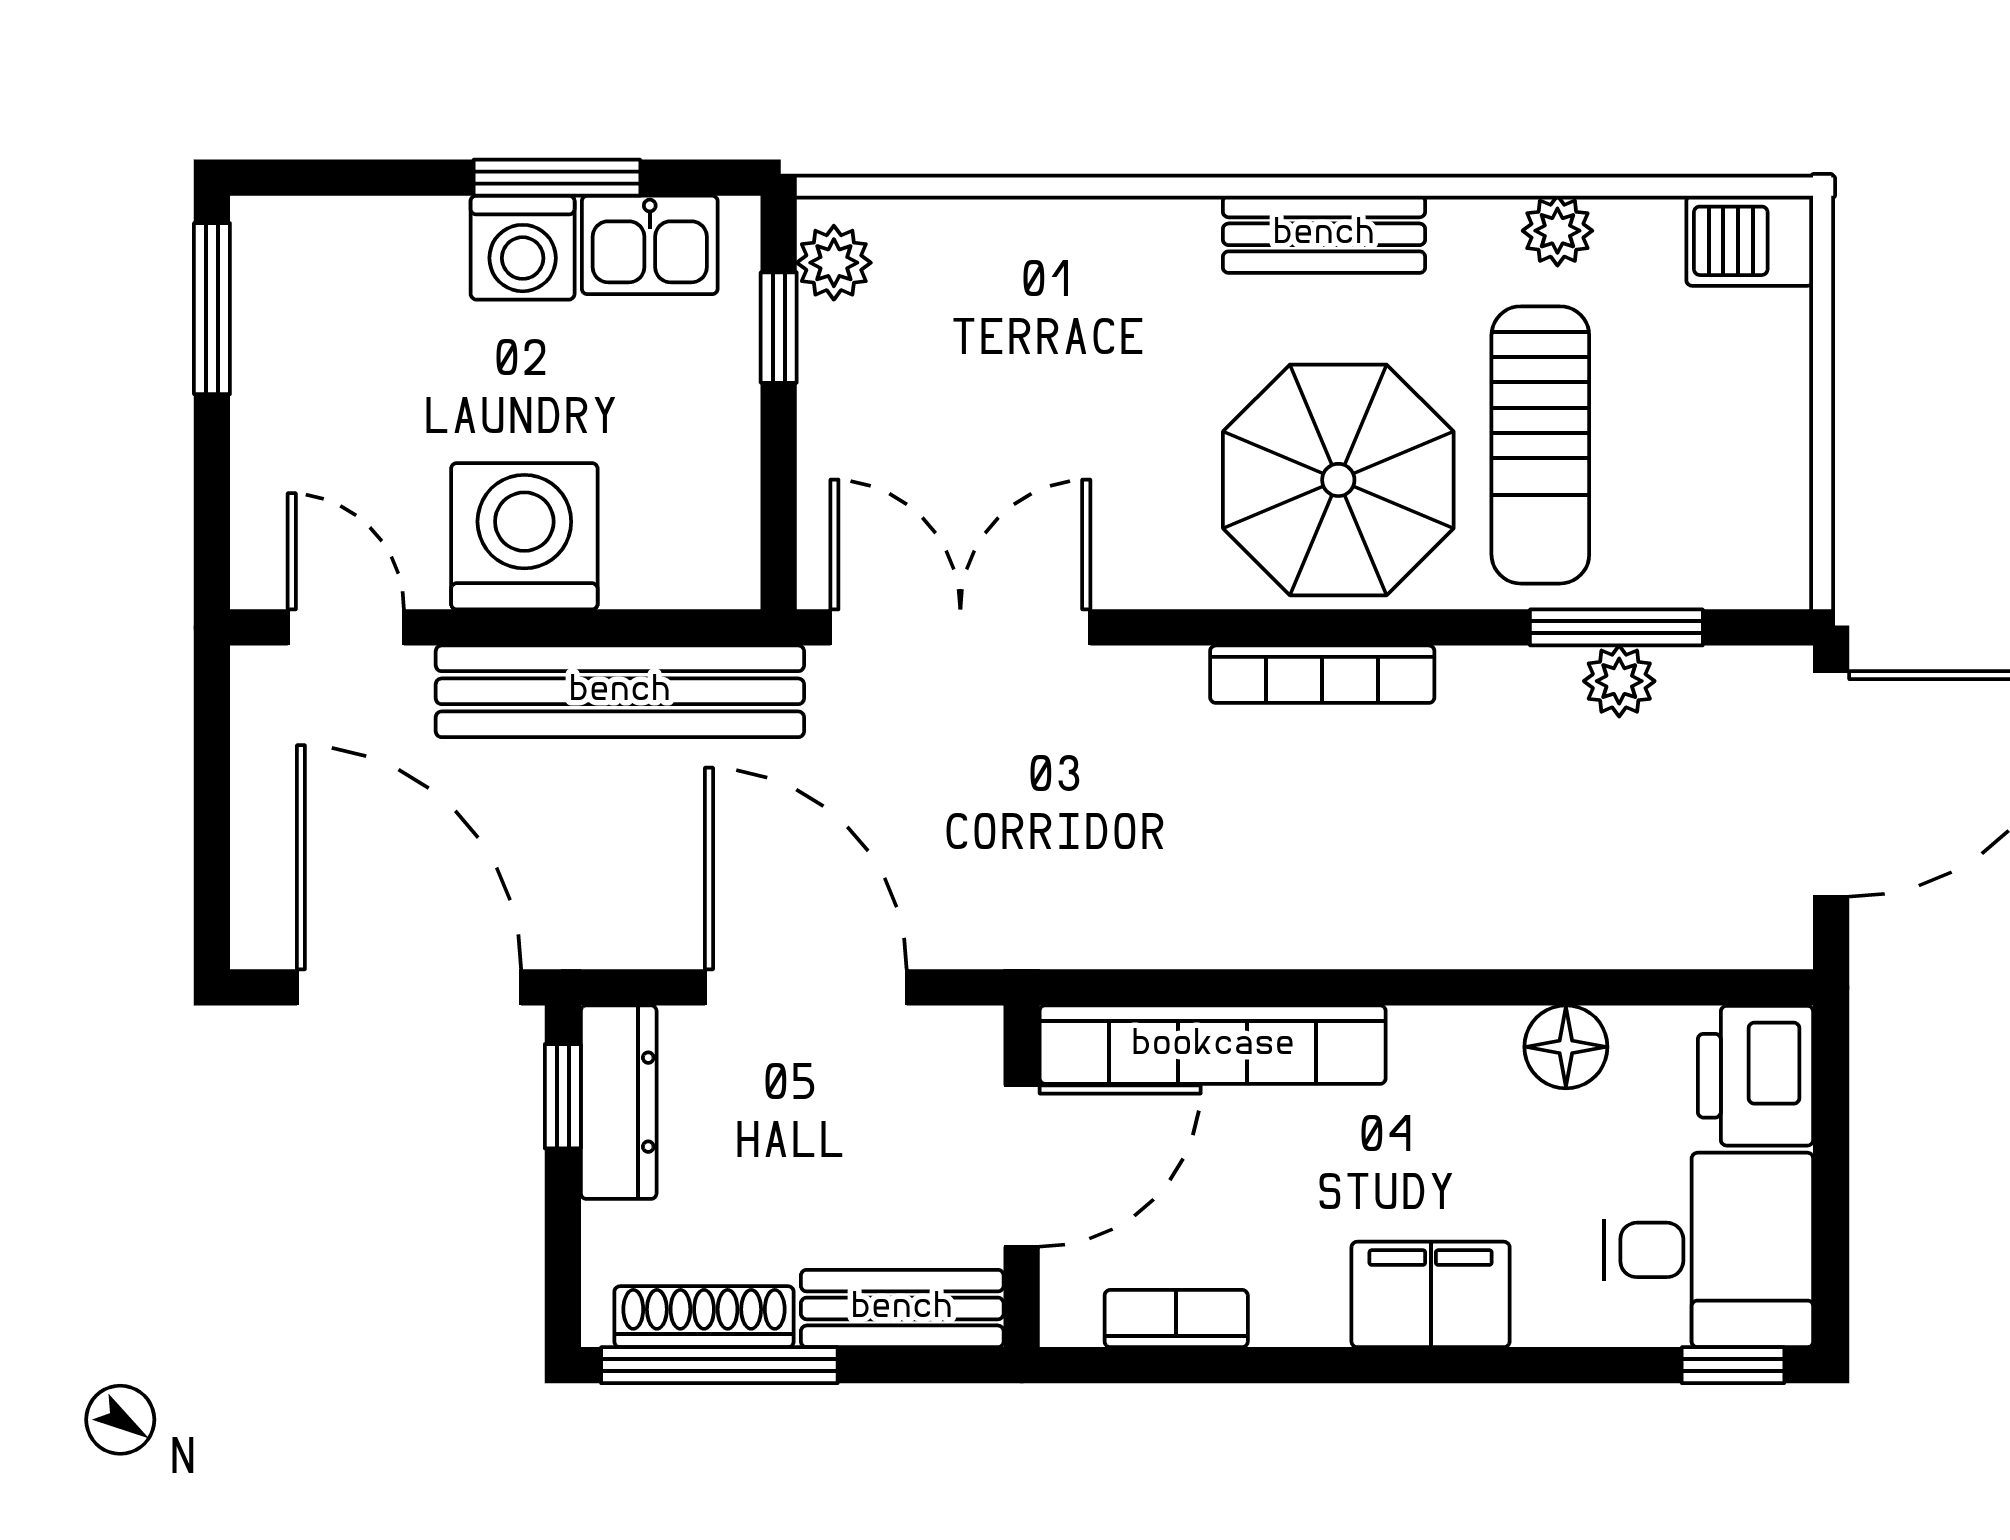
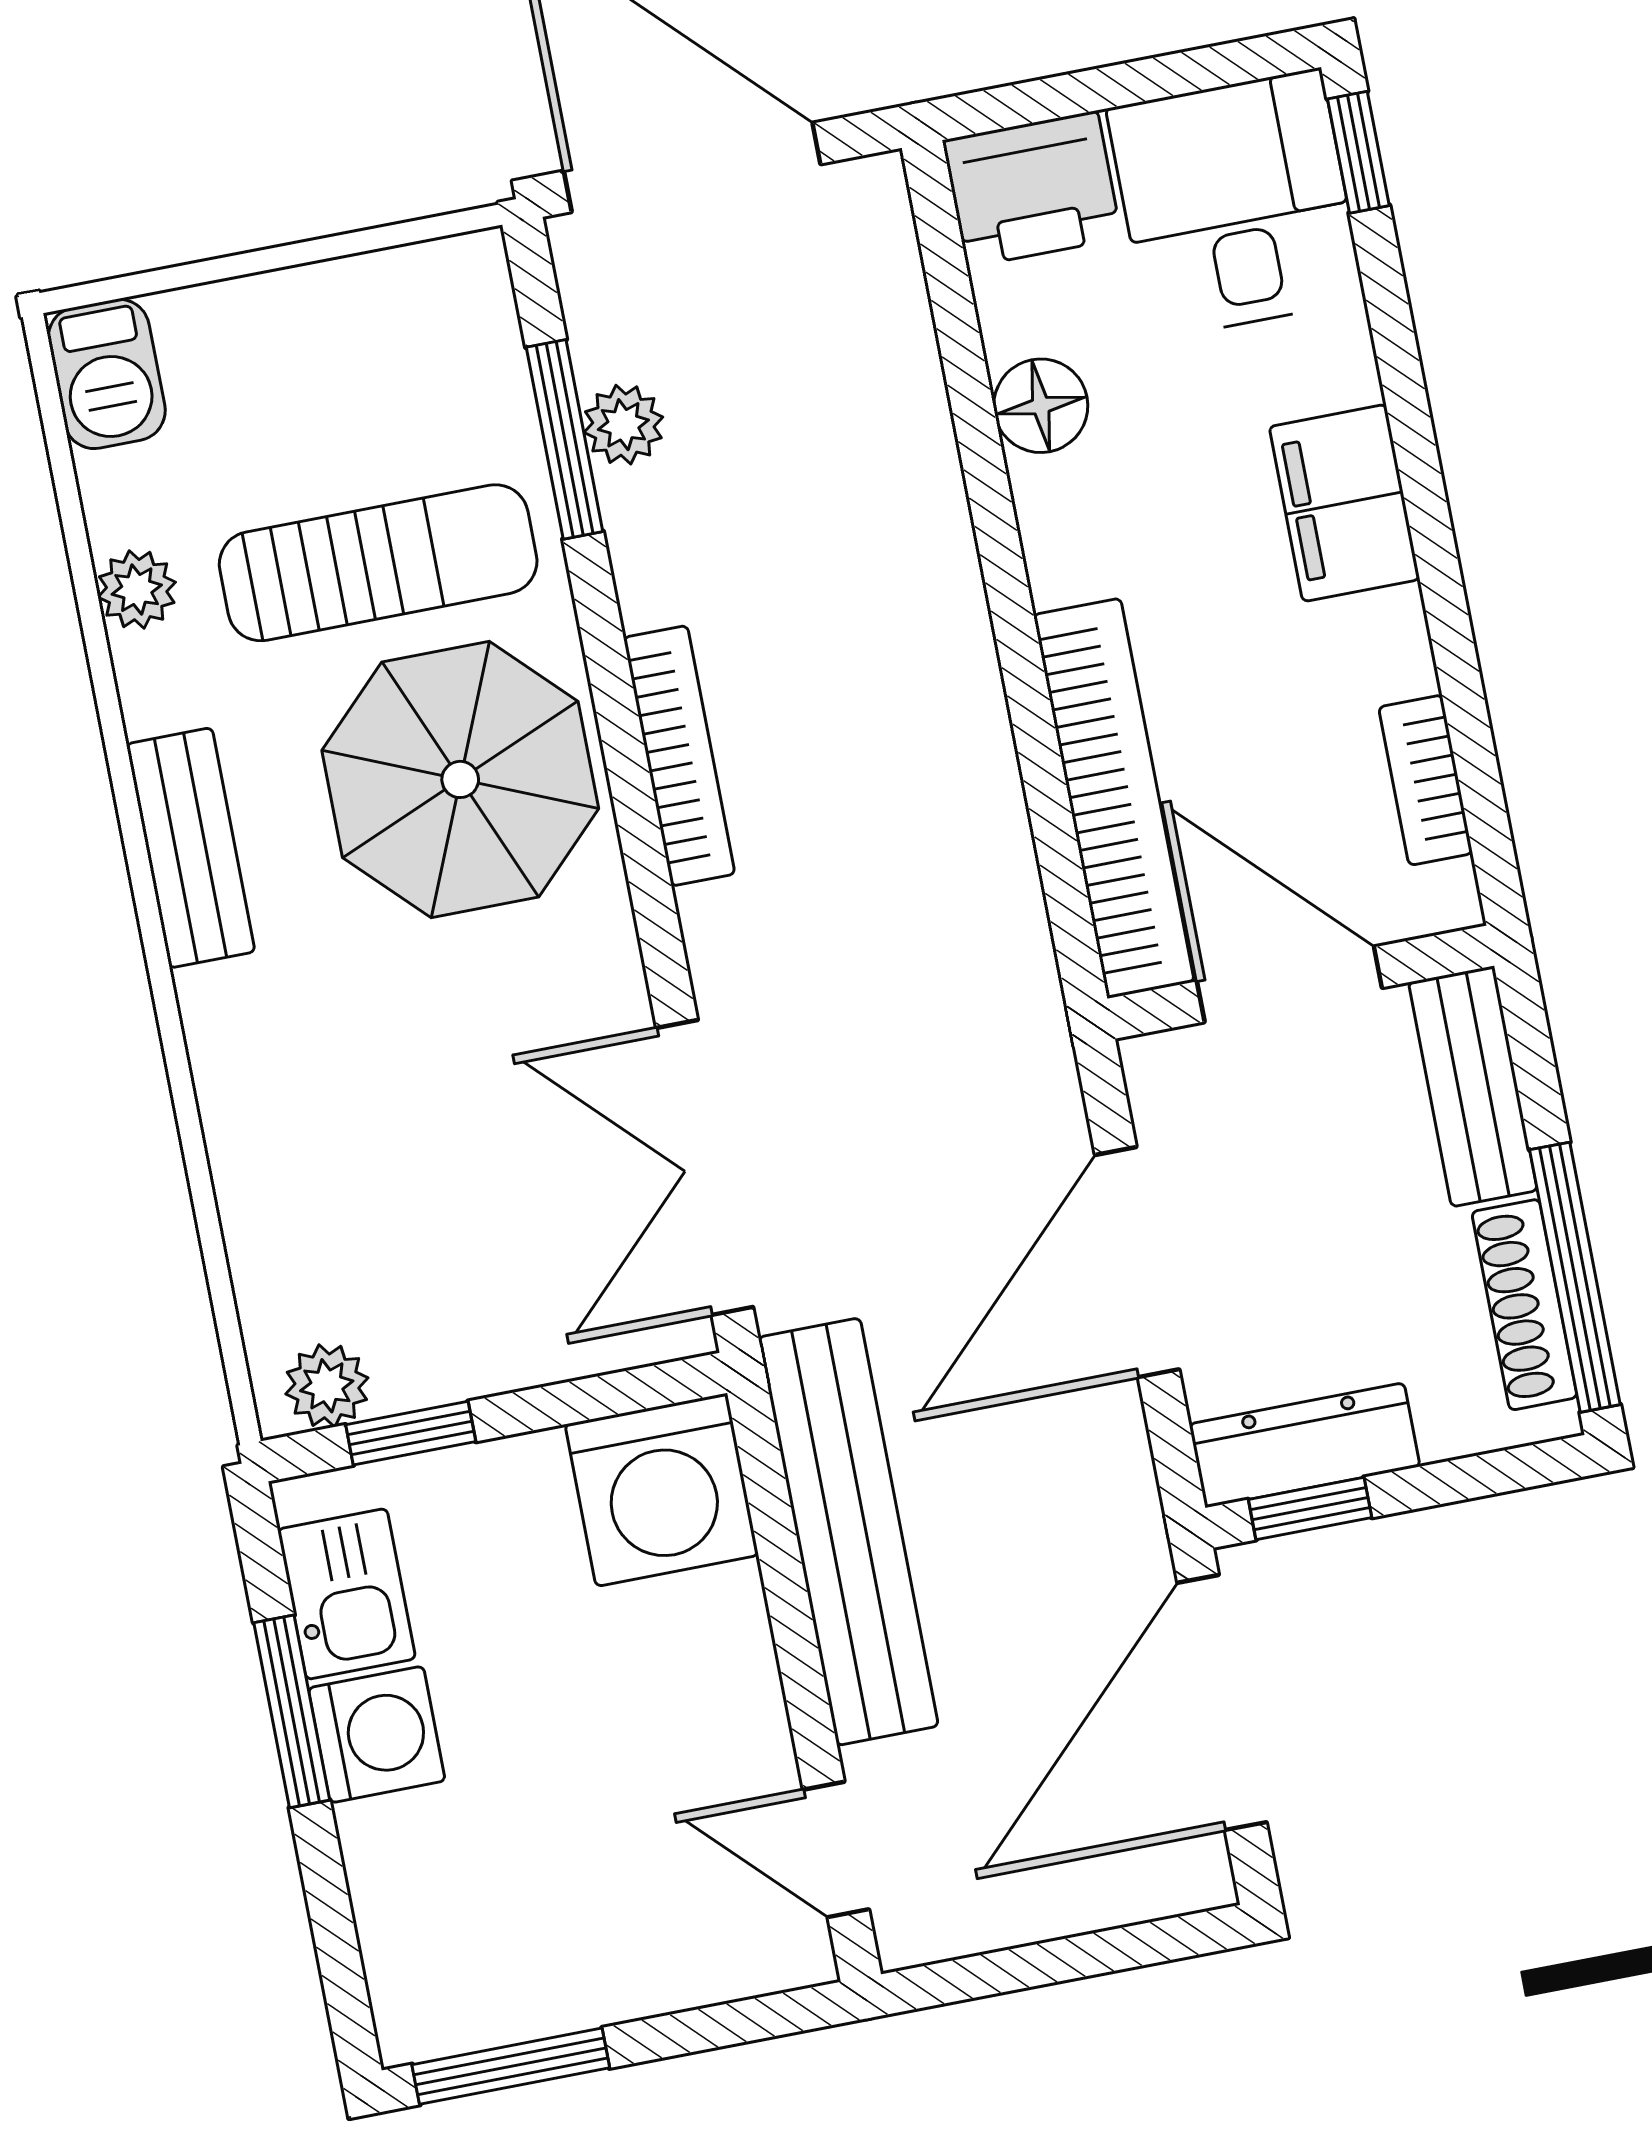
washing machine: (524, 536) -> (662, 1490), moved, turned -90
door: (346, 627) -> (836, 1850), hinge flipped

